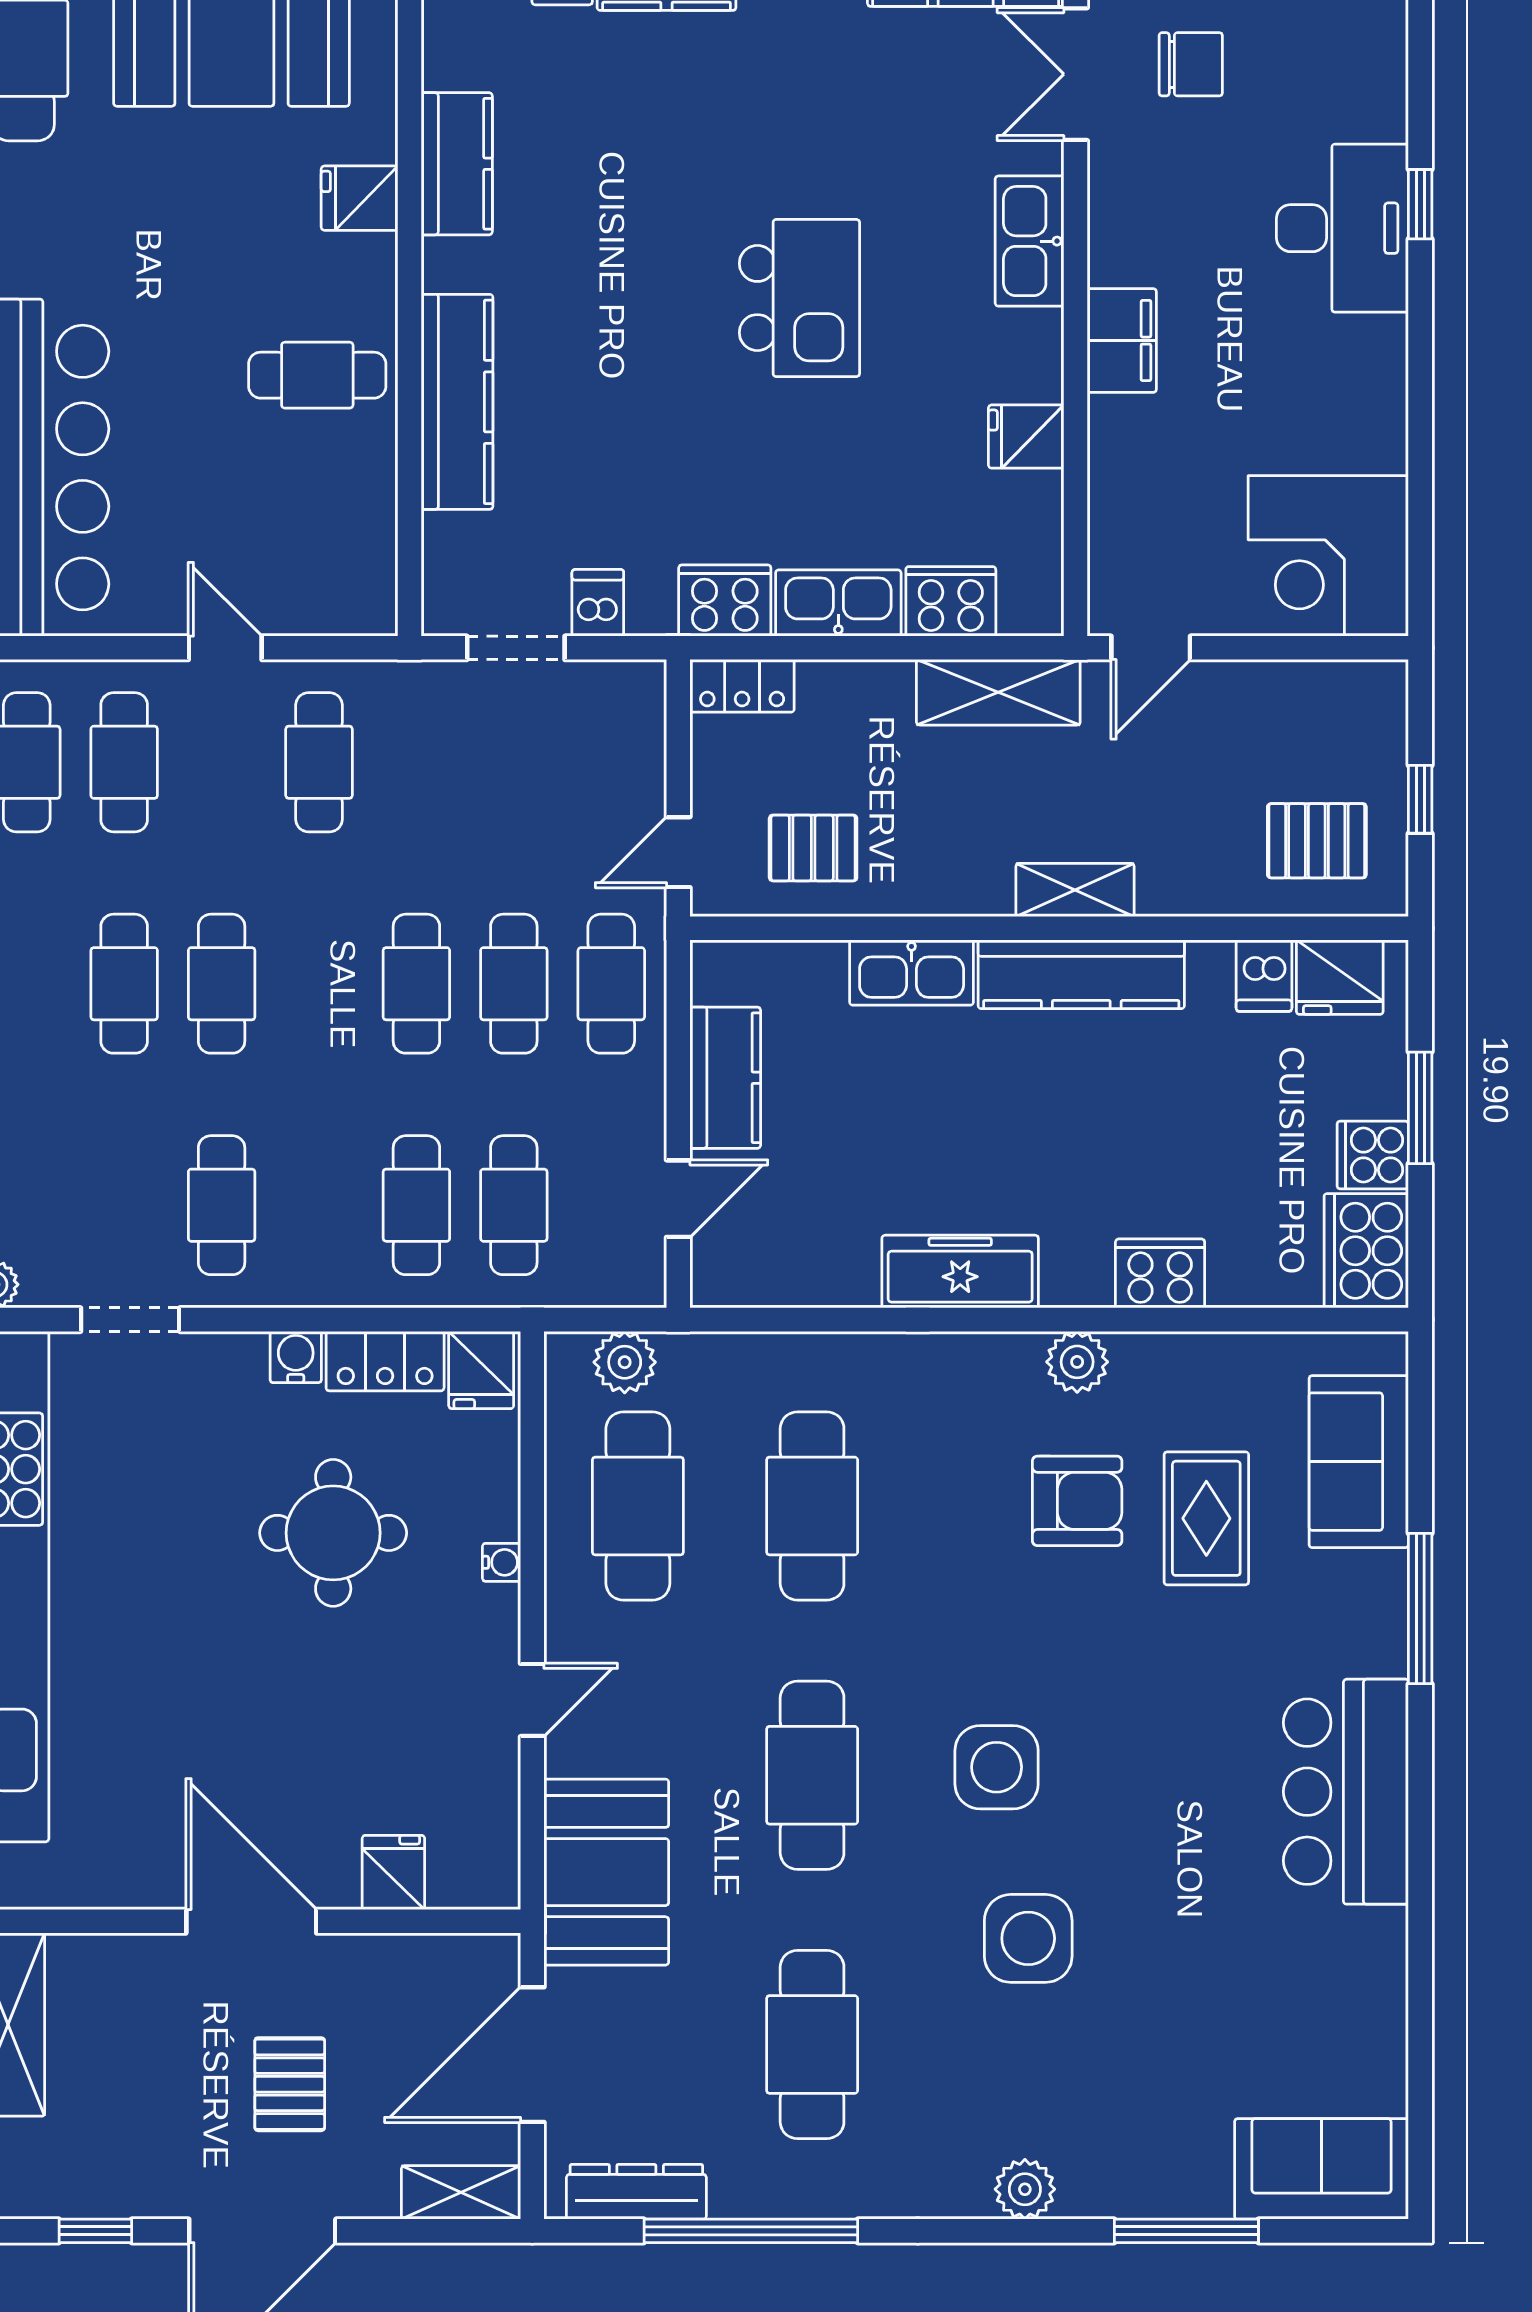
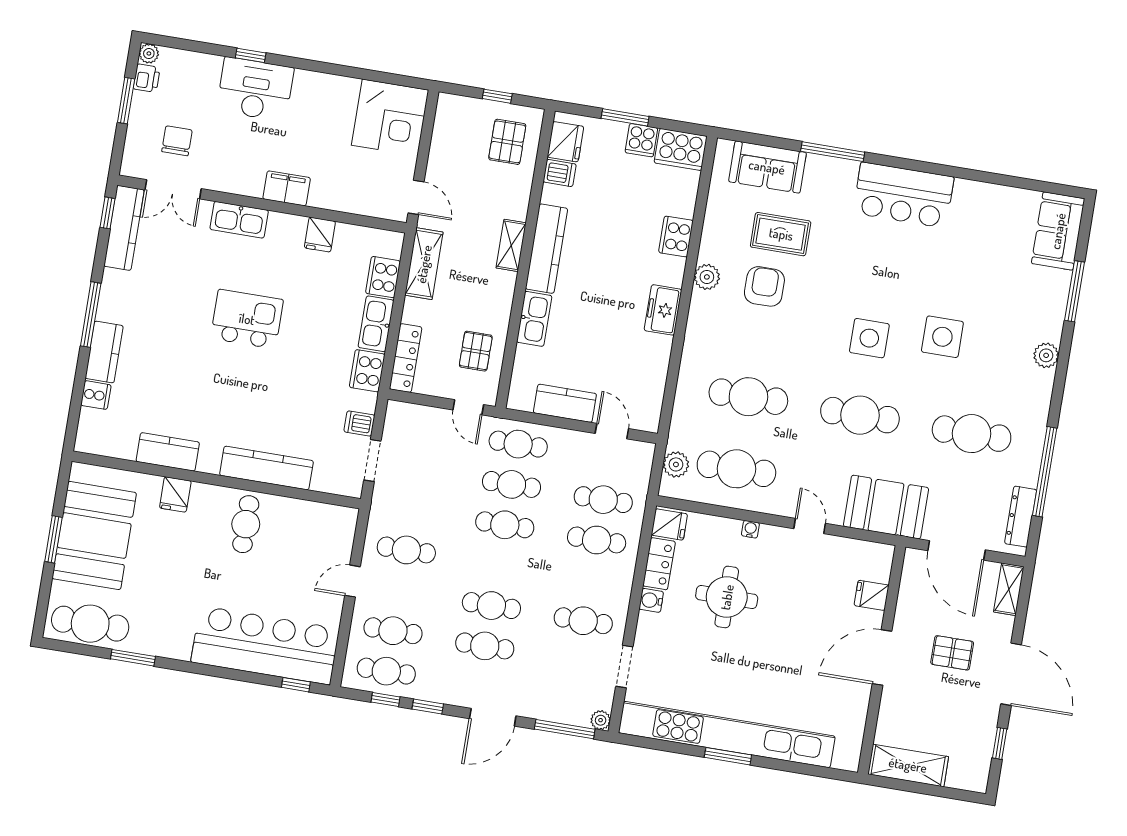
locker: (742, 686) -> (406, 358), width x1.53
freezer: (960, 1272) -> (663, 310), width x0.71

